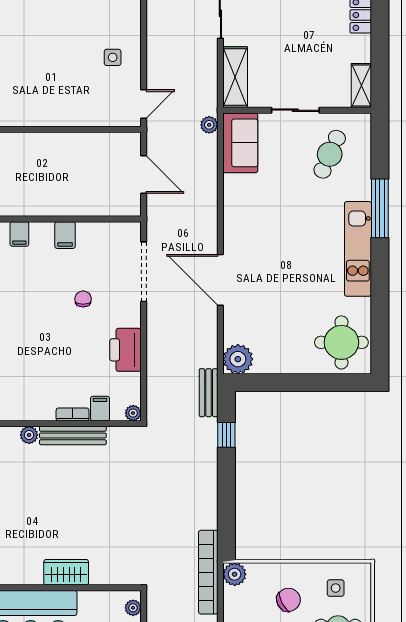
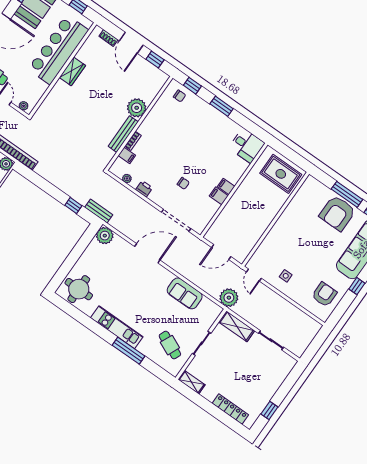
plant: (209, 125) -> (229, 298), width x1.88, depth x1.88
sofa: (240, 143) -> (185, 293), moved
filing cabinet: (19, 234) -> (226, 186), moved
printer: (126, 350) -> (144, 189), width x0.53, depth x0.68
plant: (133, 413) -> (127, 178), moved
plant: (29, 435) -> (137, 108), width x1.87, depth x1.87
wardrobe: (66, 572) -> (72, 71), moved

